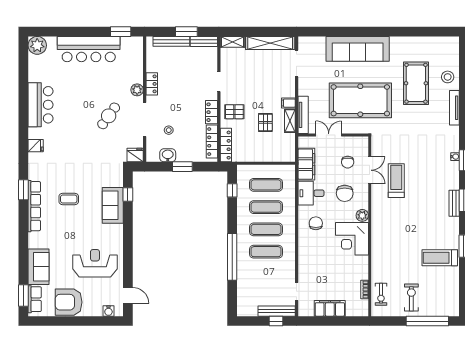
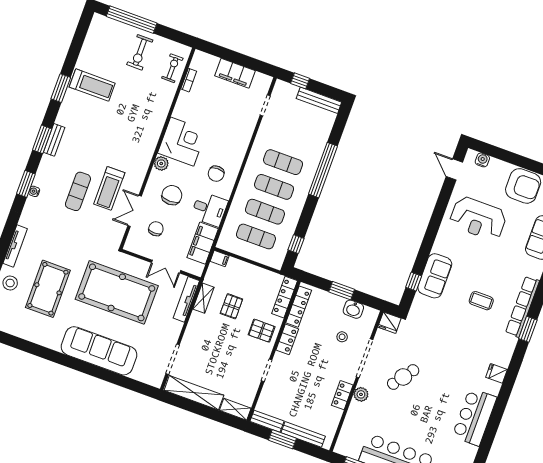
filing cabinet: (288, 103) -> (220, 259), moved
exercise mat: (420, 169) -> (78, 191), added
bench: (277, 311) -> (319, 100), moved

